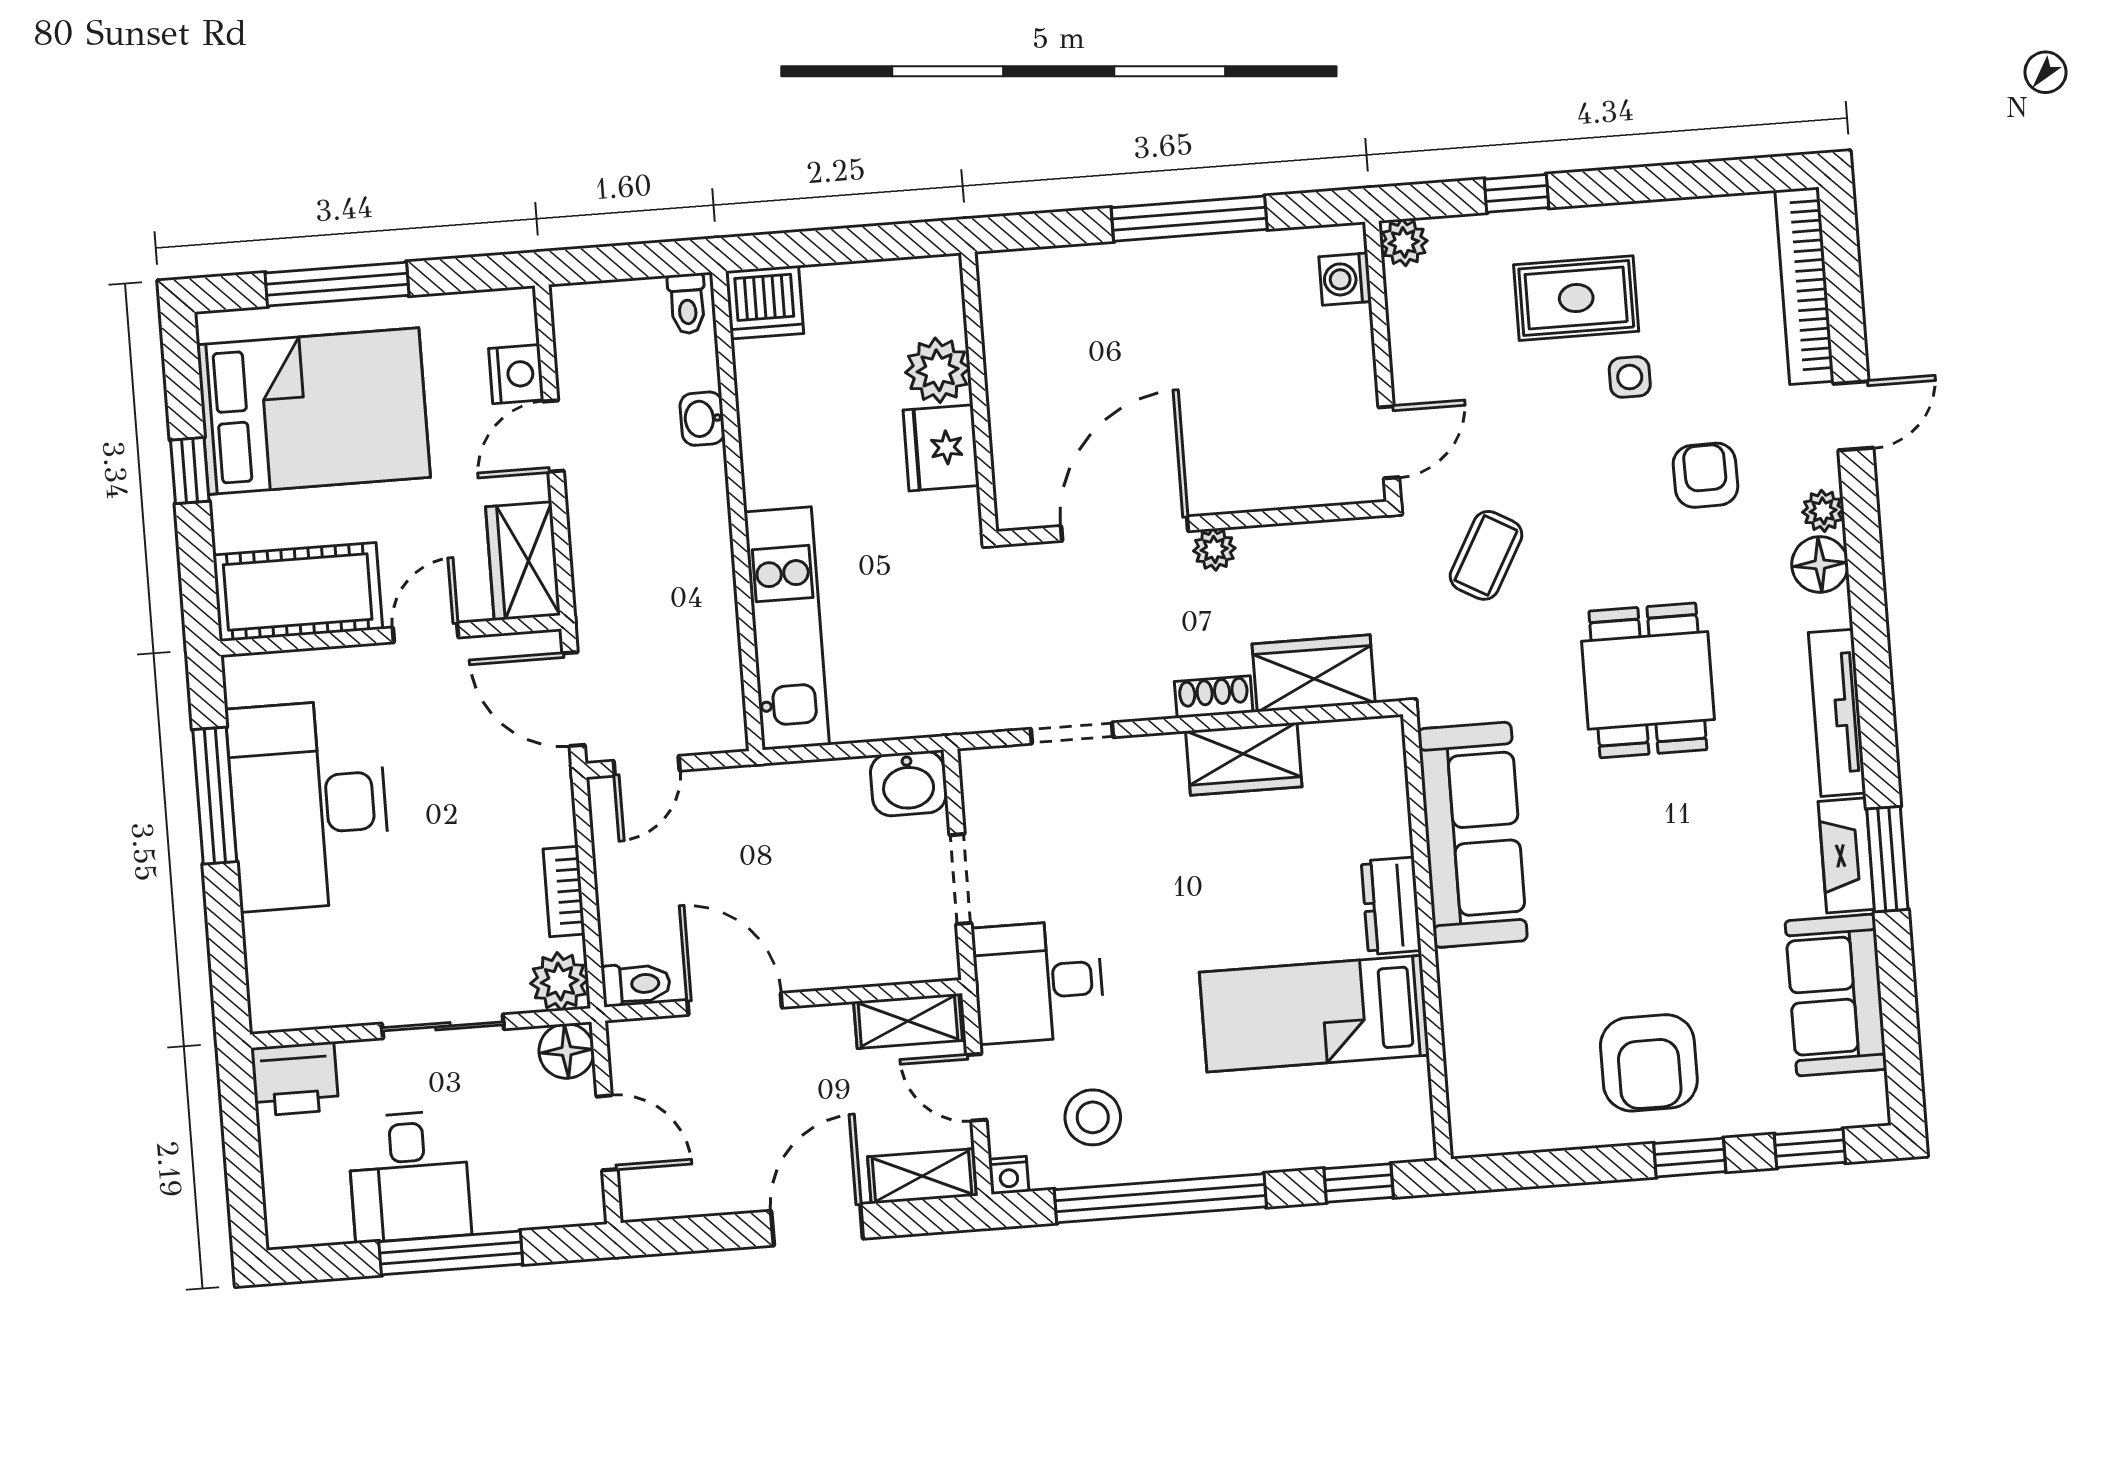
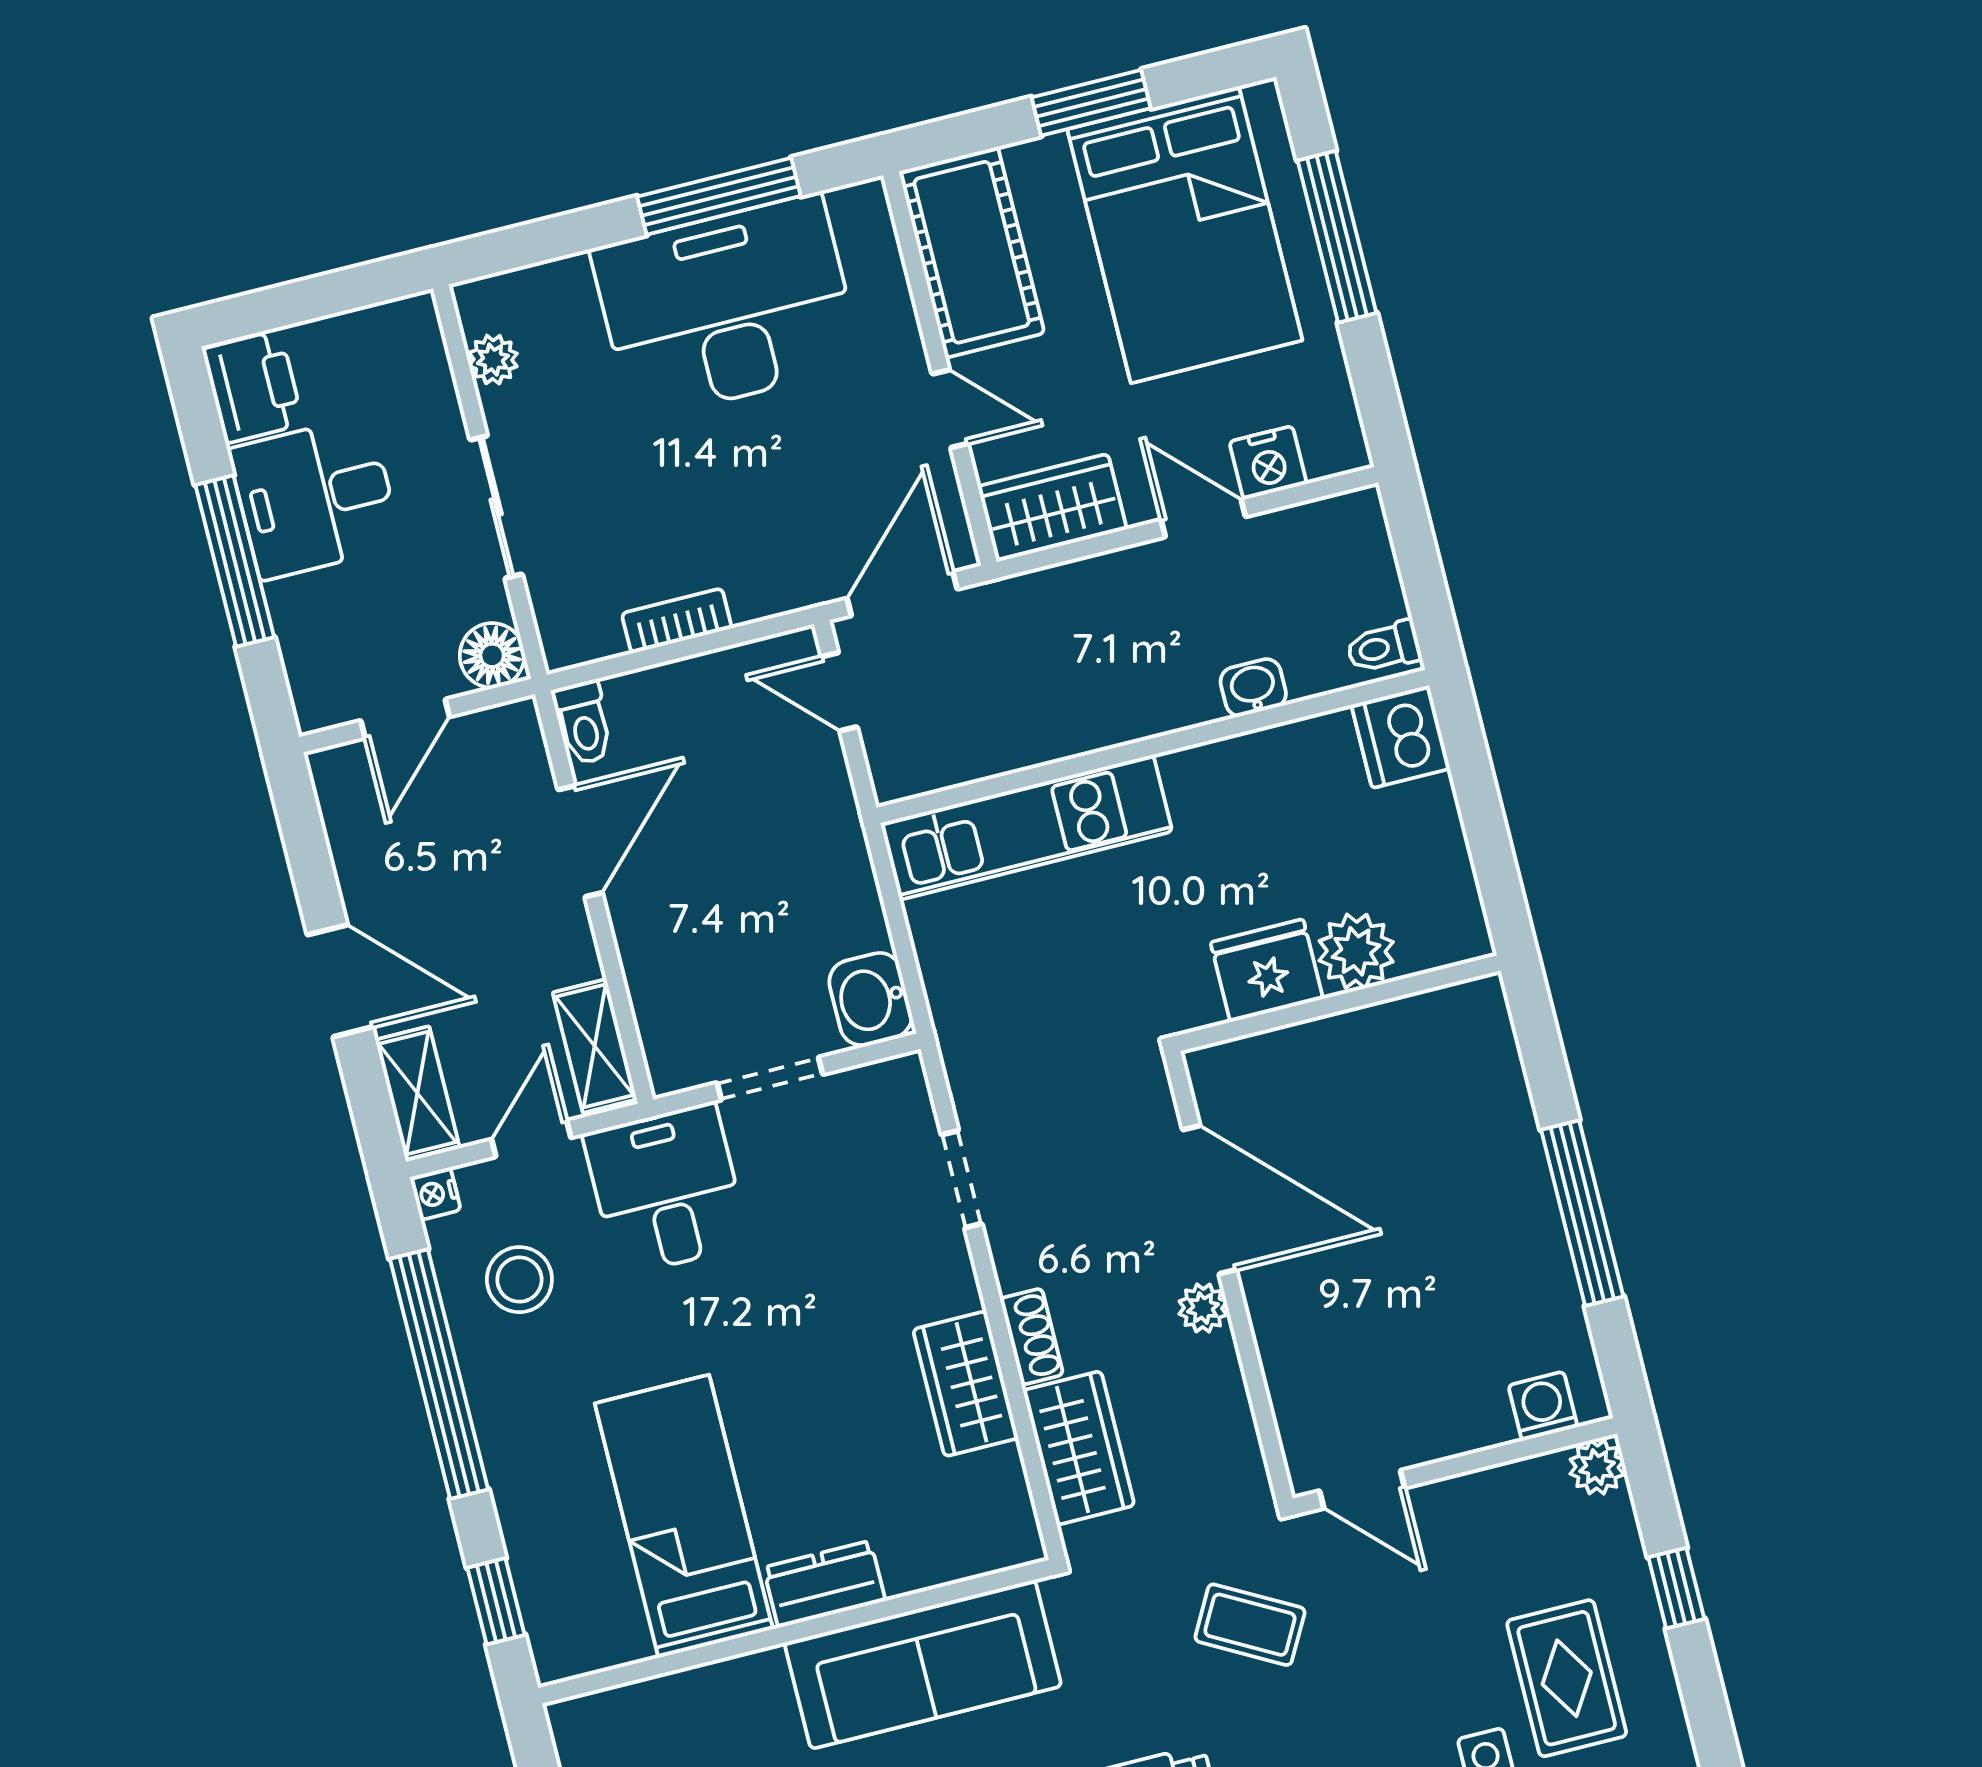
window: (190, 471) -> (1091, 103), width x1.50
plant: (559, 981) -> (493, 360), moved, width x0.73, depth x0.73
printer: (295, 1079) -> (253, 387), moved, turned 180

